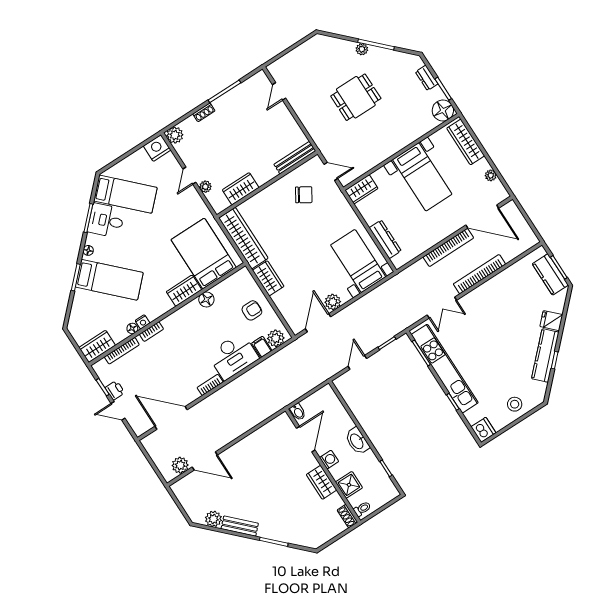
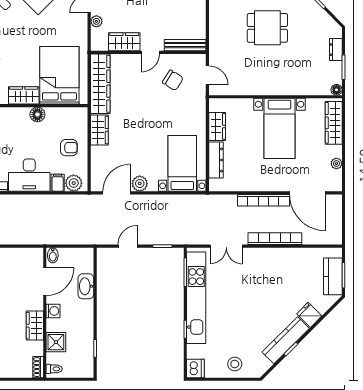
floor lamp: (443, 110) -> (337, 90), width x0.53, depth x0.53
door: (269, 183) -> (150, 52), added
wardrobe: (361, 189) -> (217, 126), moved, turned -90
washbasin: (357, 441) -> (86, 286), moved

